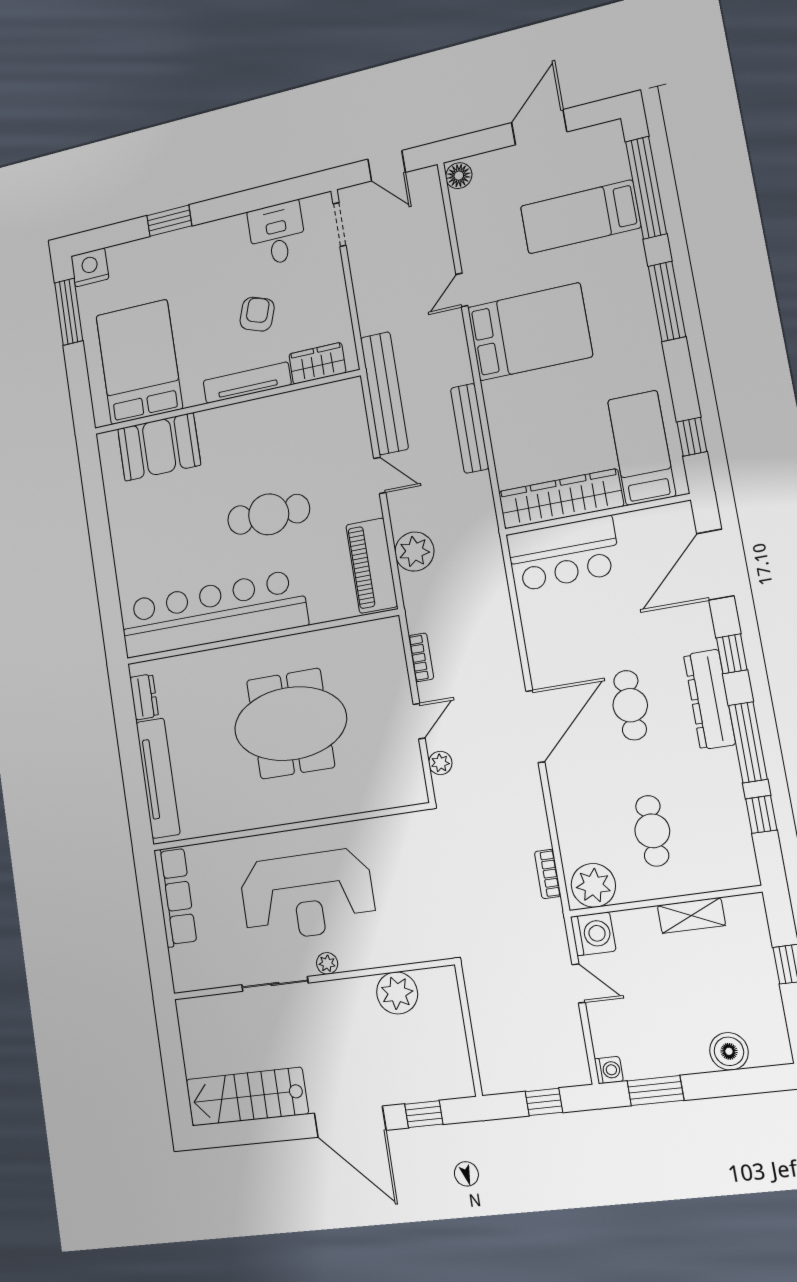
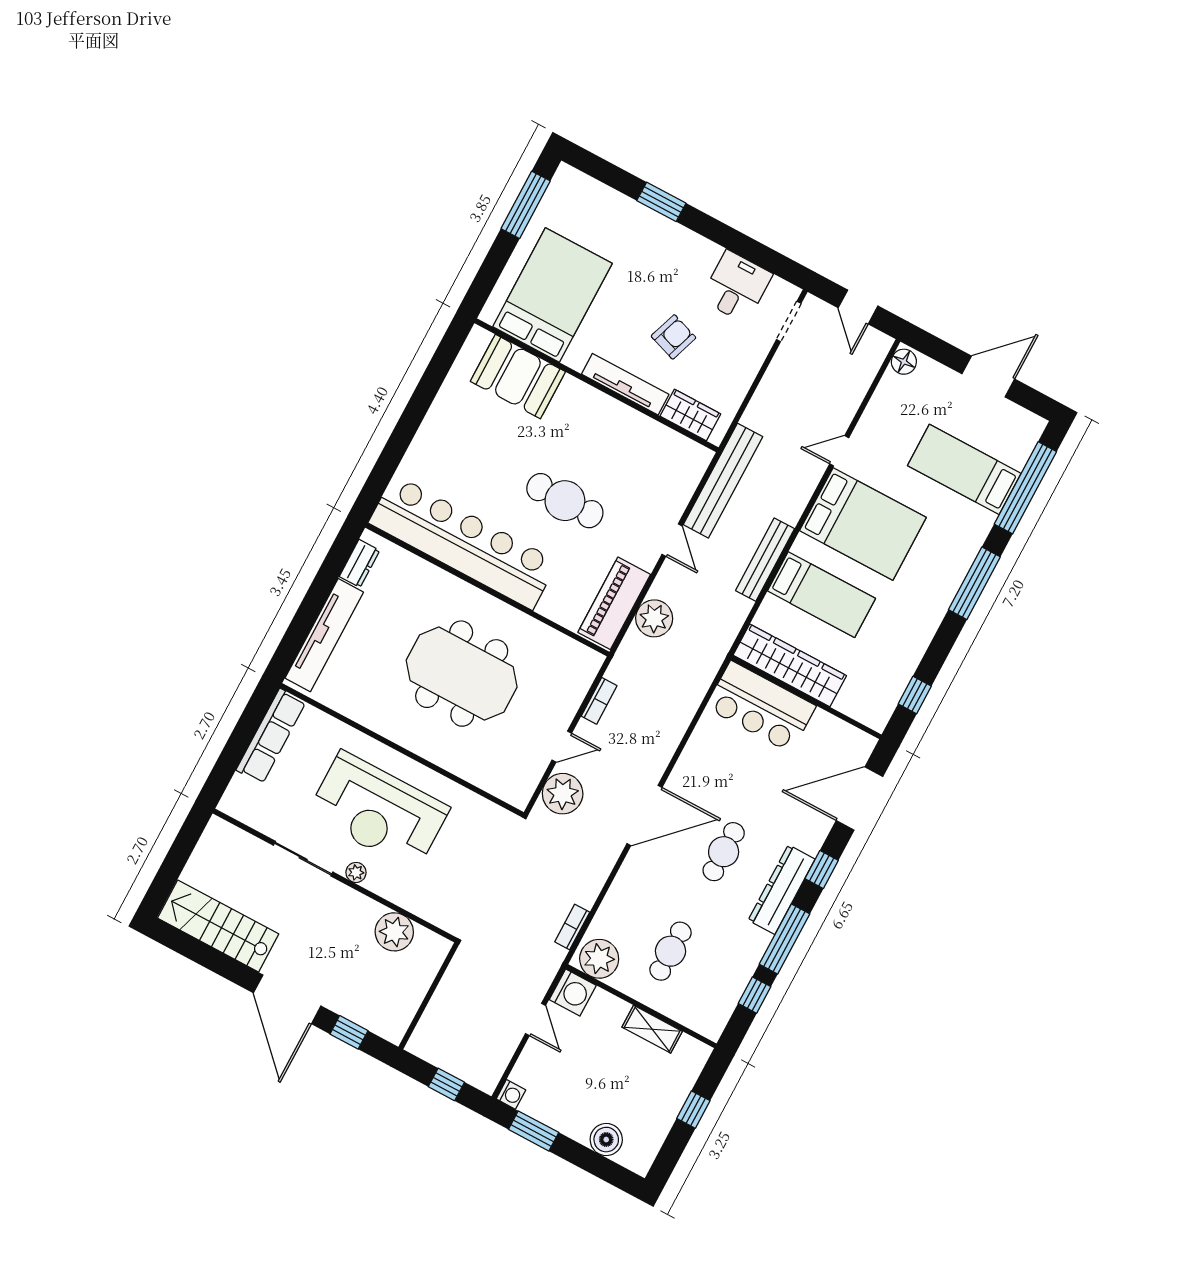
nightstand: (90, 267) -> (570, 184), removed
bed: (642, 448) -> (821, 595), moved, turned 90
plant: (440, 763) -> (563, 794), width x1.88, depth x1.88

